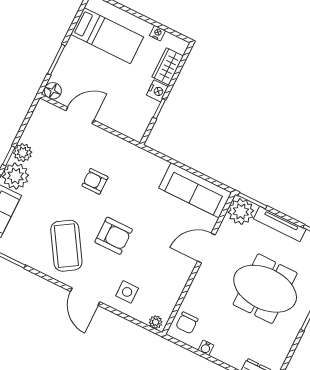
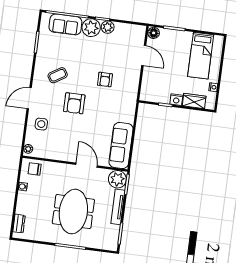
armchair: (95, 181) -> (105, 80), turned 180
coffee table: (66, 246) -> (58, 75), width x0.54, depth x0.58

